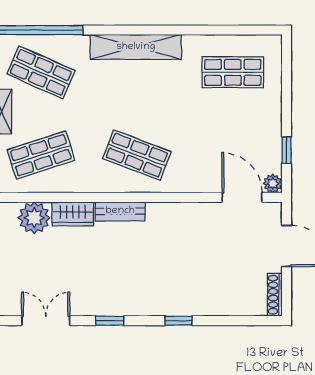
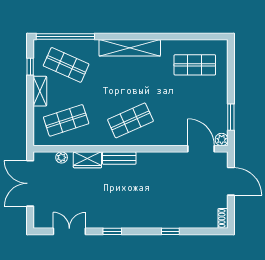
window: (287, 150) -> (231, 117), width x1.50
shop shelf: (137, 155) -> (130, 120), turned -45
plant: (34, 218) -> (62, 157), width x0.53, depth x0.53
shoe rack: (275, 295) -> (223, 218), width x0.70
window: (179, 321) -> (170, 231), moved

